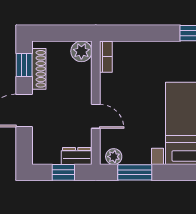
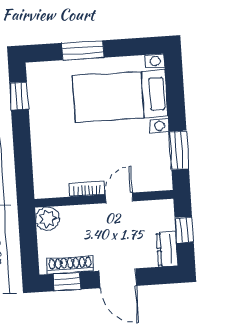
bookcase: (106, 57) -> (87, 189), moved
dresser: (77, 156) -> (167, 249), moved
plant: (114, 157) -> (163, 175), removed

